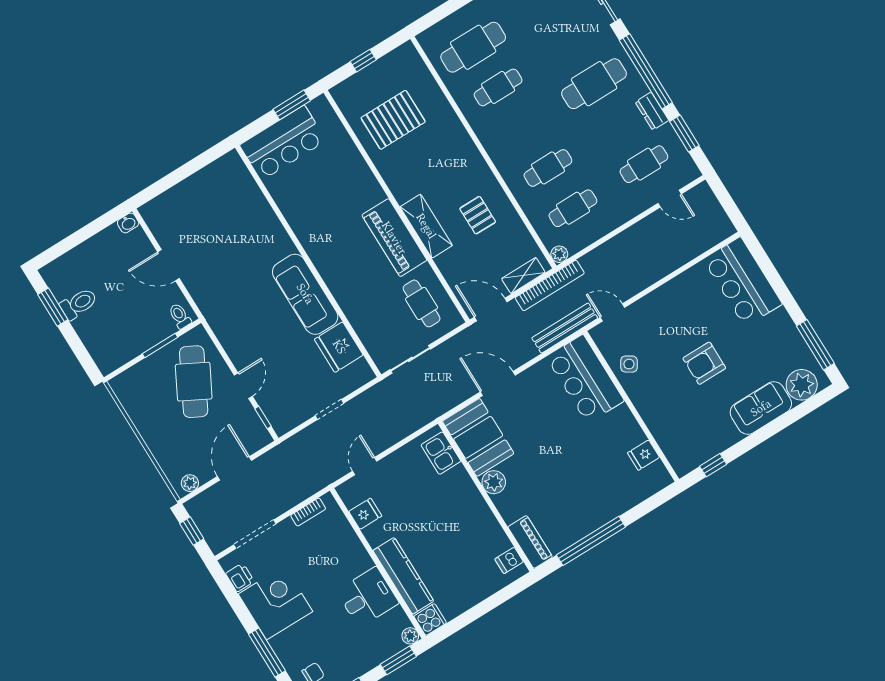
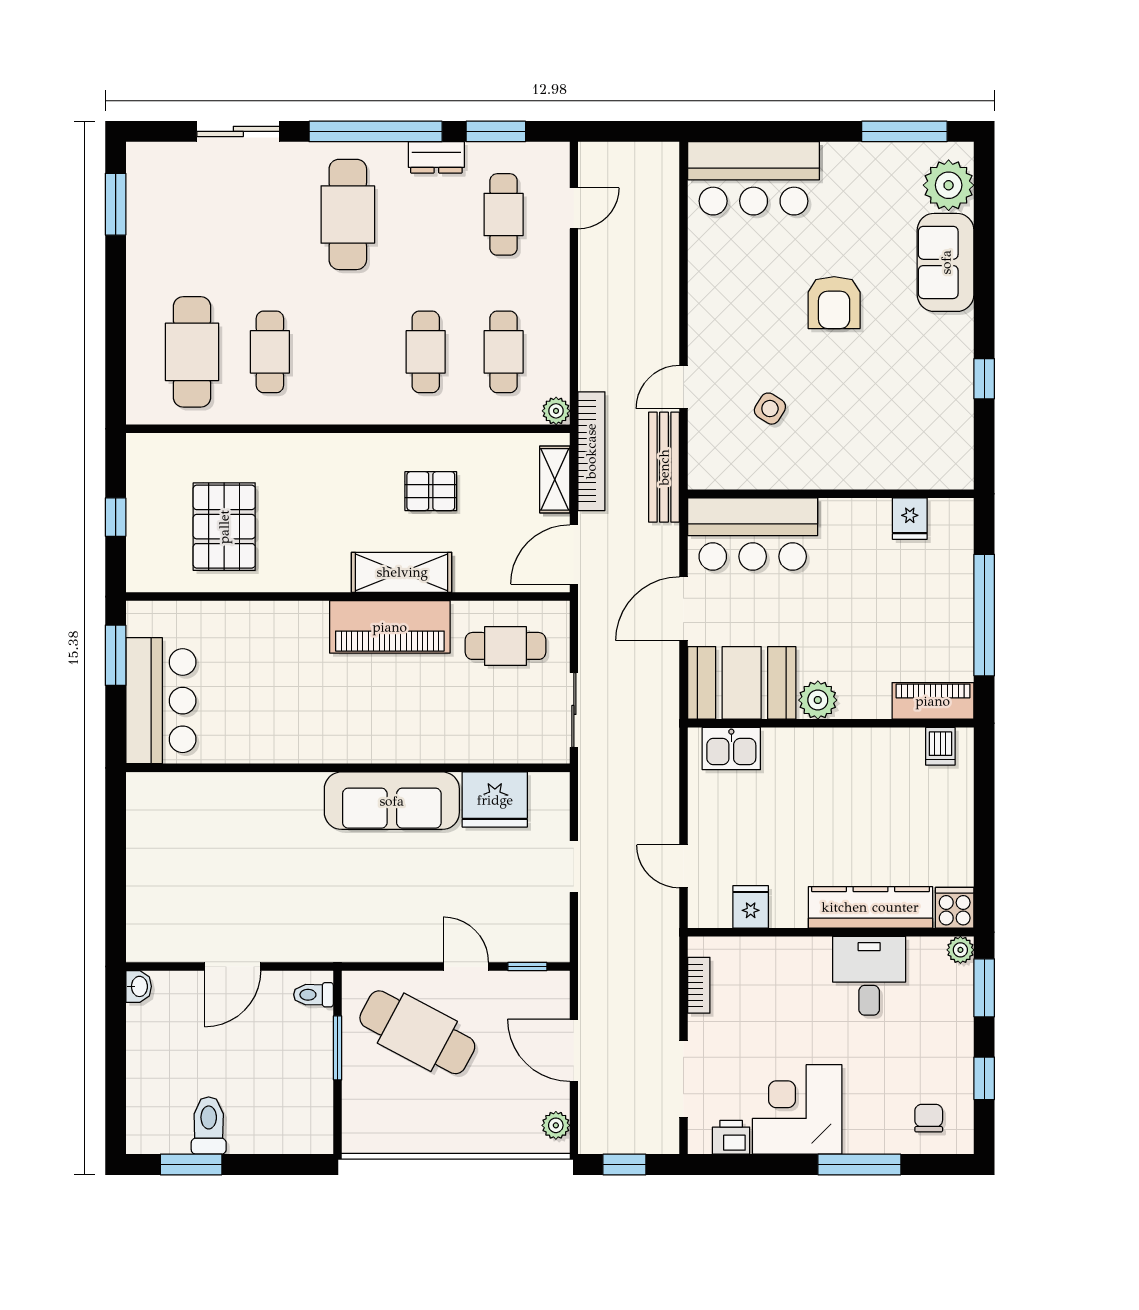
bar counter: (585, 379) -> (753, 534), moved
wall: (631, 406) -> (831, 494), moved
fridge: (643, 455) -> (910, 519), moved

